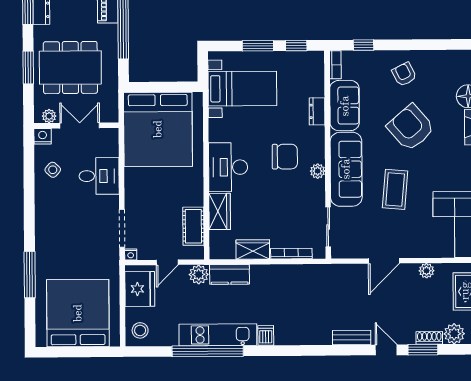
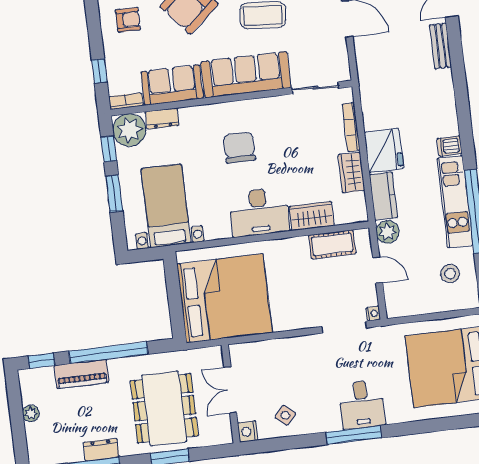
armchair: (404, 74) -> (128, 20), turned -153
dresser: (317, 111) -> (162, 119), moved
plant: (49, 116) -> (223, 427), removed
plant: (318, 171) -> (129, 130), moved, width x1.87, depth x1.87
desk: (99, 176) -> (362, 404), moved, turned 180
window: (30, 275) -> (354, 435), moved
fridge: (140, 289) -> (384, 151), moved, turned 90
stool: (140, 330) -> (450, 274), moved

